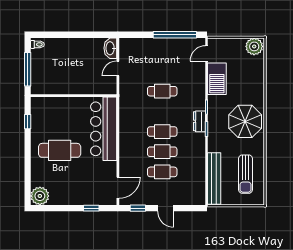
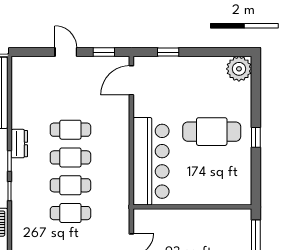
dresser: (199, 121) -> (19, 144), moved
window: (28, 122) -> (256, 137), moved
cafe table: (162, 172) -> (70, 185), moved

